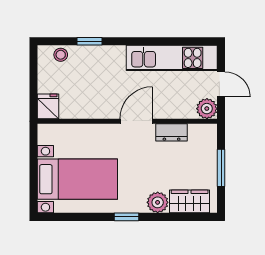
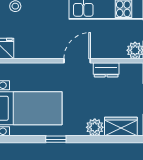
window: (127, 217) -> (56, 139), moved

